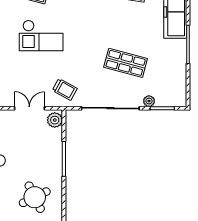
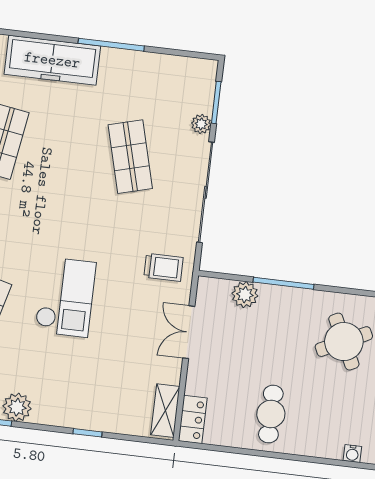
shop shelf: (126, 63) -> (130, 157), turned -30
trolley: (65, 89) -> (163, 267), turned 61
plant: (55, 120) -> (245, 295), moved

